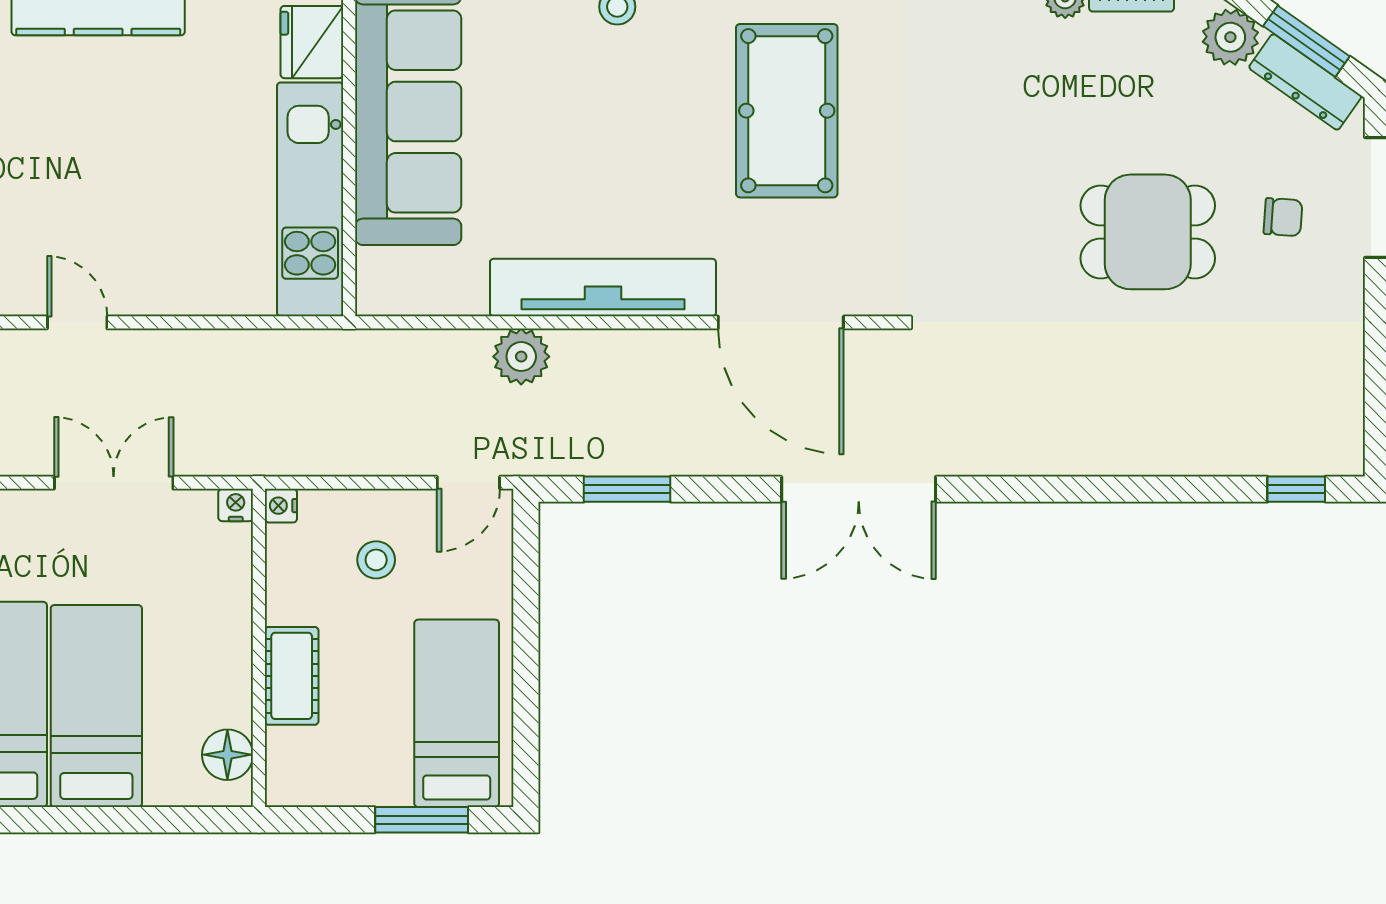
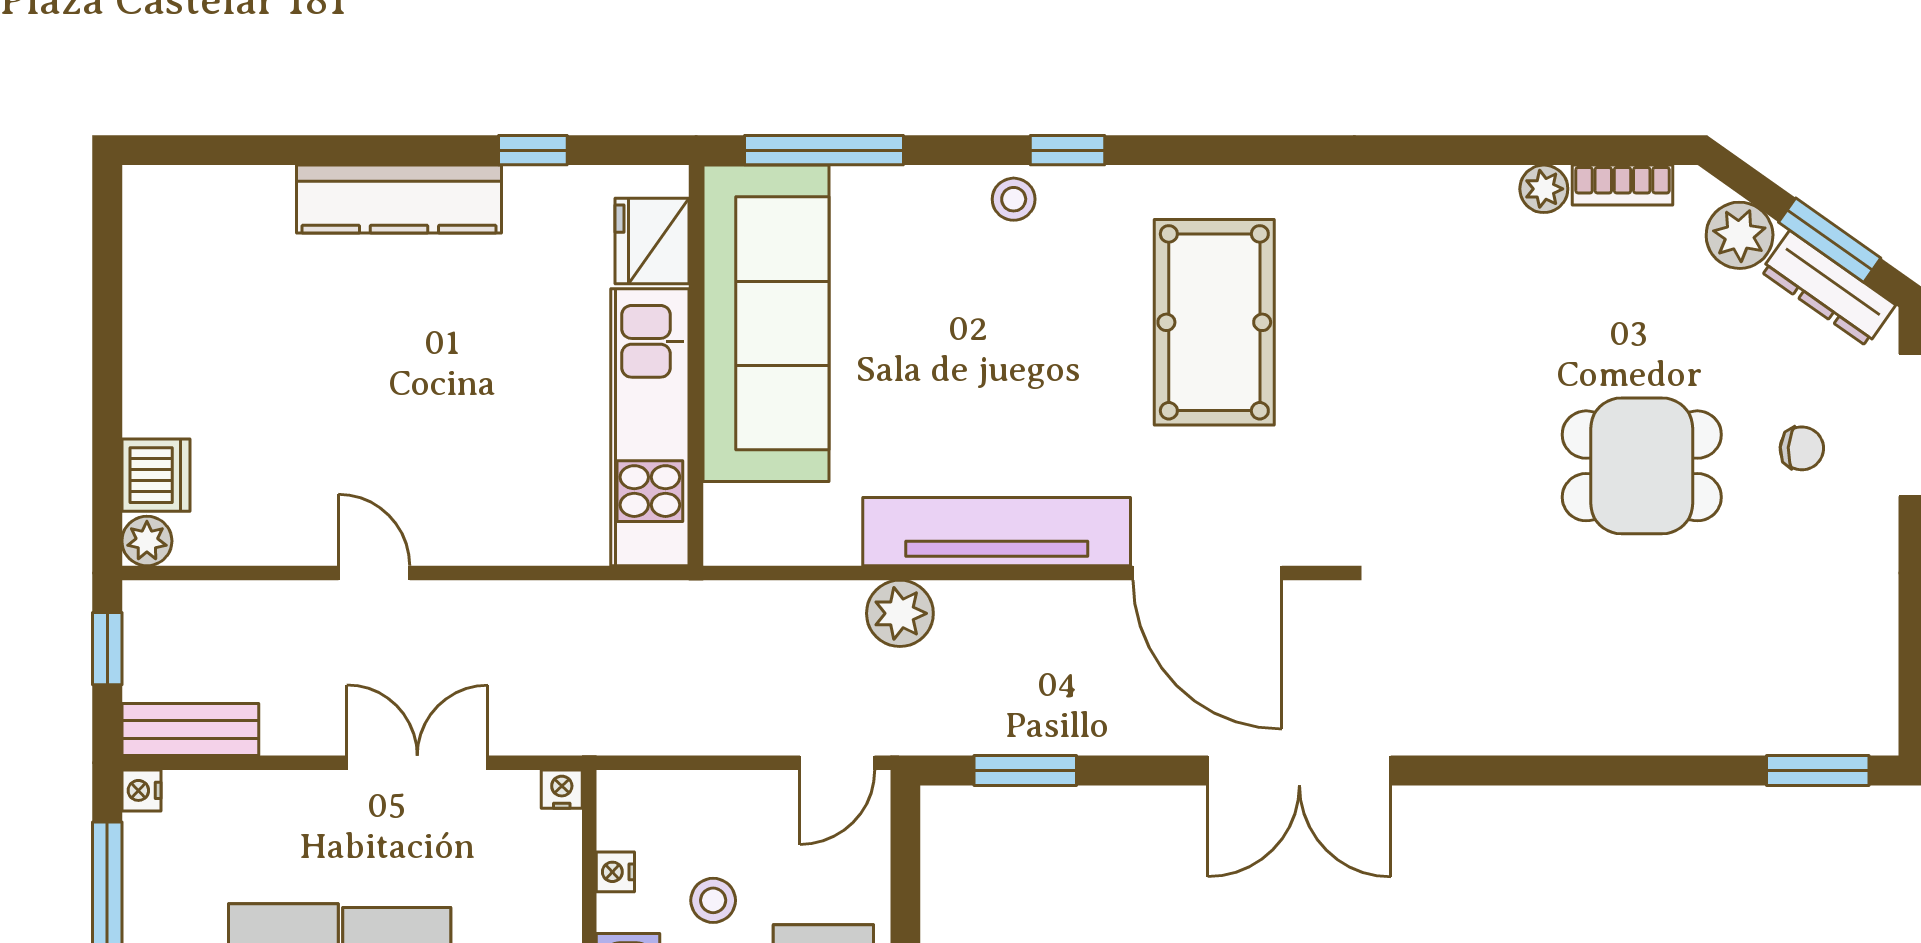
window: (1296, 489) -> (1818, 770), width x1.50
nightstand: (281, 506) -> (615, 872), moved
stool: (376, 560) -> (713, 900), moved

